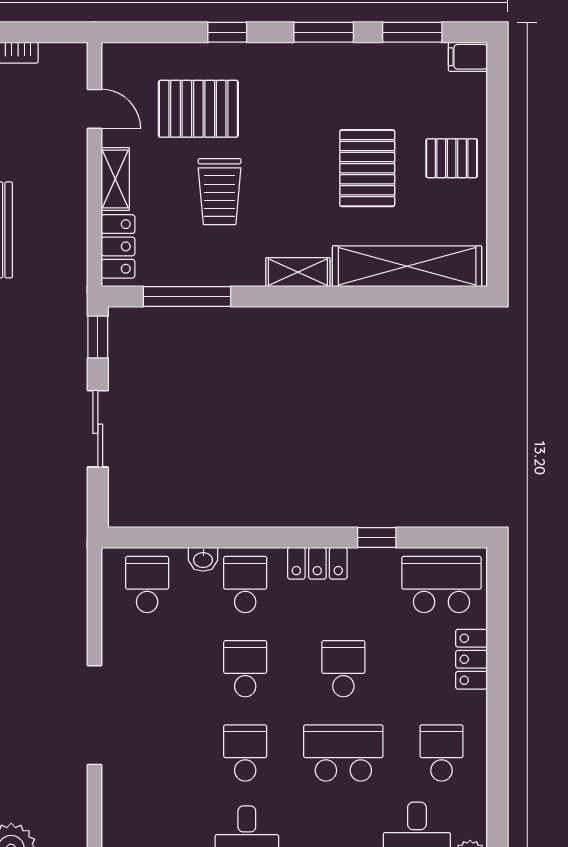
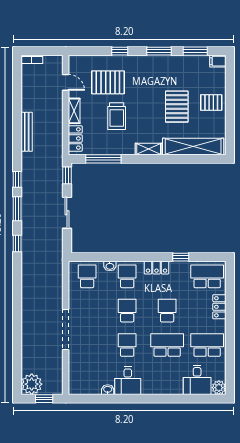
school desk: (441, 753) -> (207, 345), width x1.85

